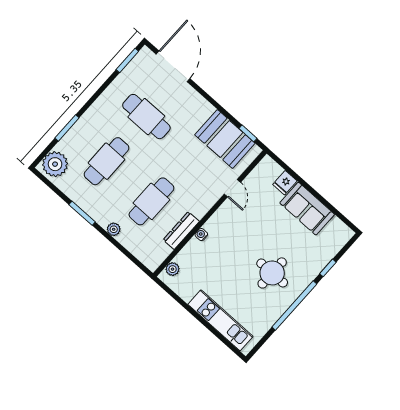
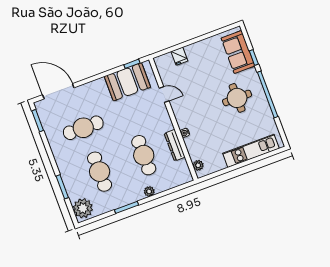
sofa: (307, 209) -> (238, 52), moved, turned 90

